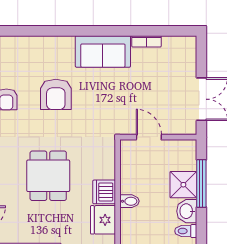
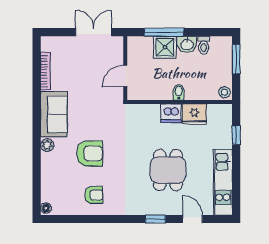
bookcase: (146, 41) -> (45, 71), width x1.56
plant: (66, 43) -> (47, 145), added
dining table: (48, 176) -> (168, 170), moved, turned 90

